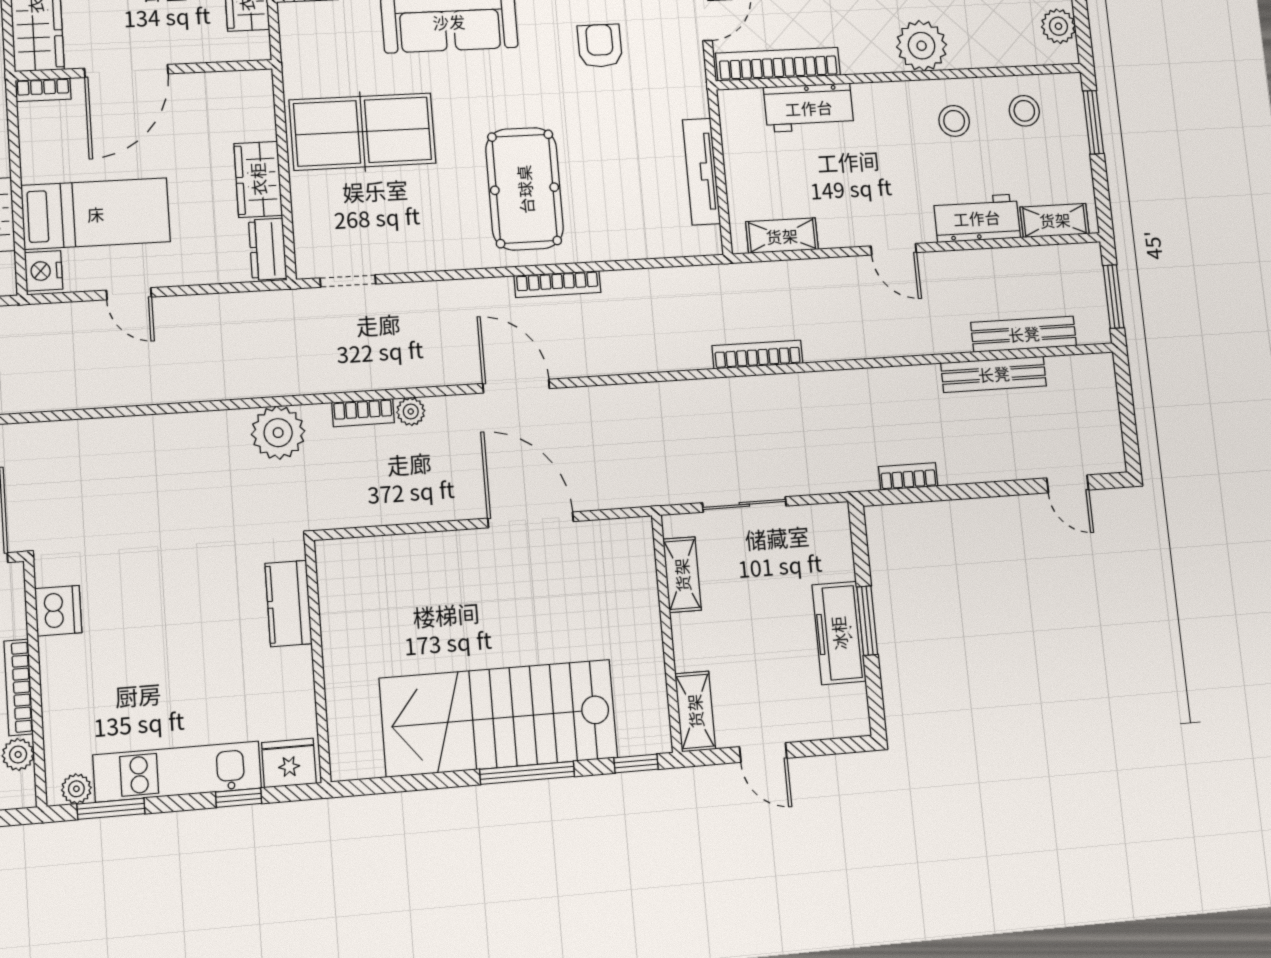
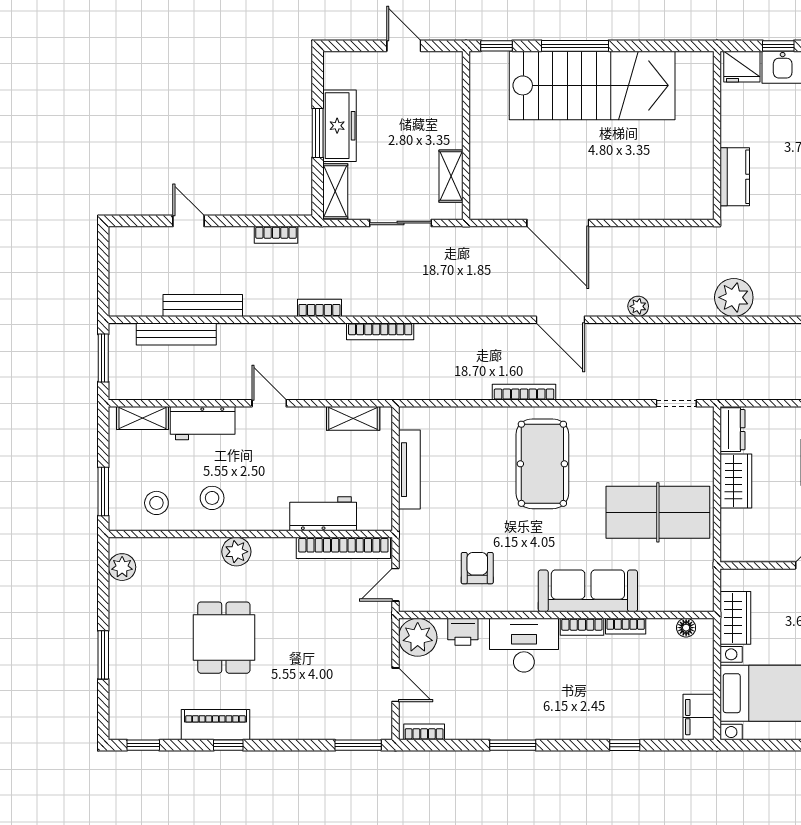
armchair: (600, 46) -> (477, 568), turned 180
plant: (922, 46) -> (236, 552), width x0.73, depth x0.73
bookcase: (363, 413) -> (320, 308), moved
door: (1068, 484) -> (188, 221), moved
shelving: (695, 711) -> (335, 191), moved

